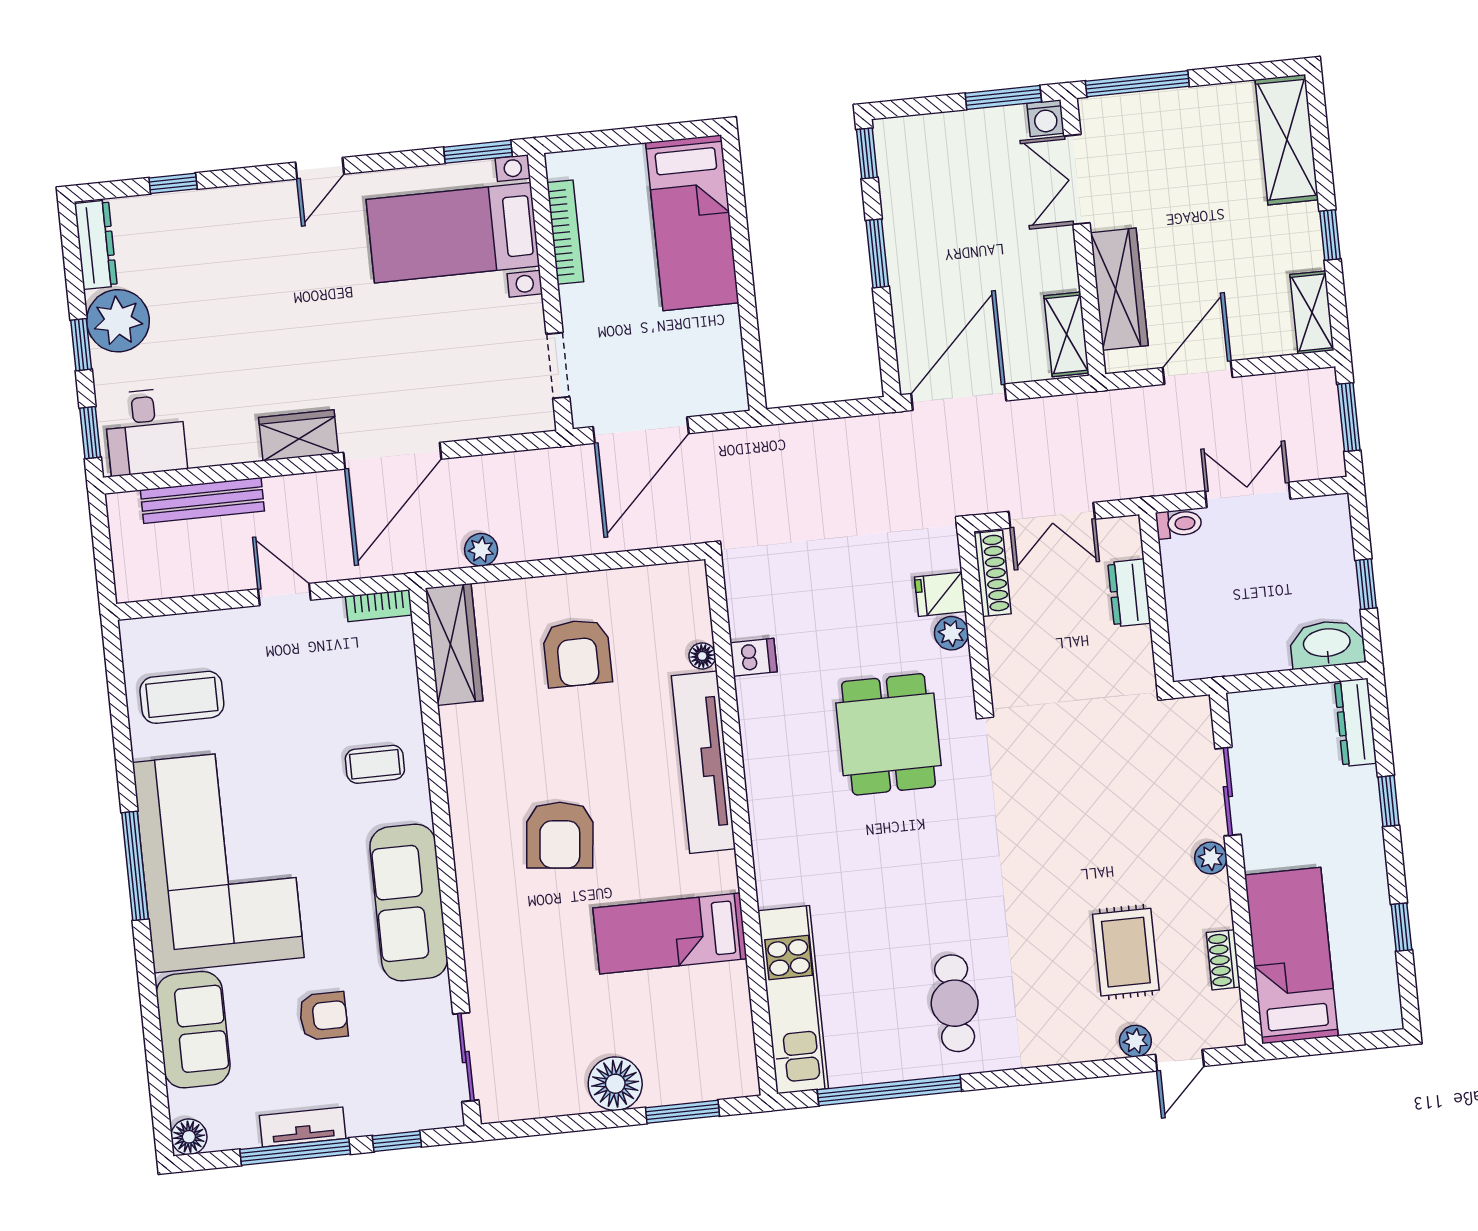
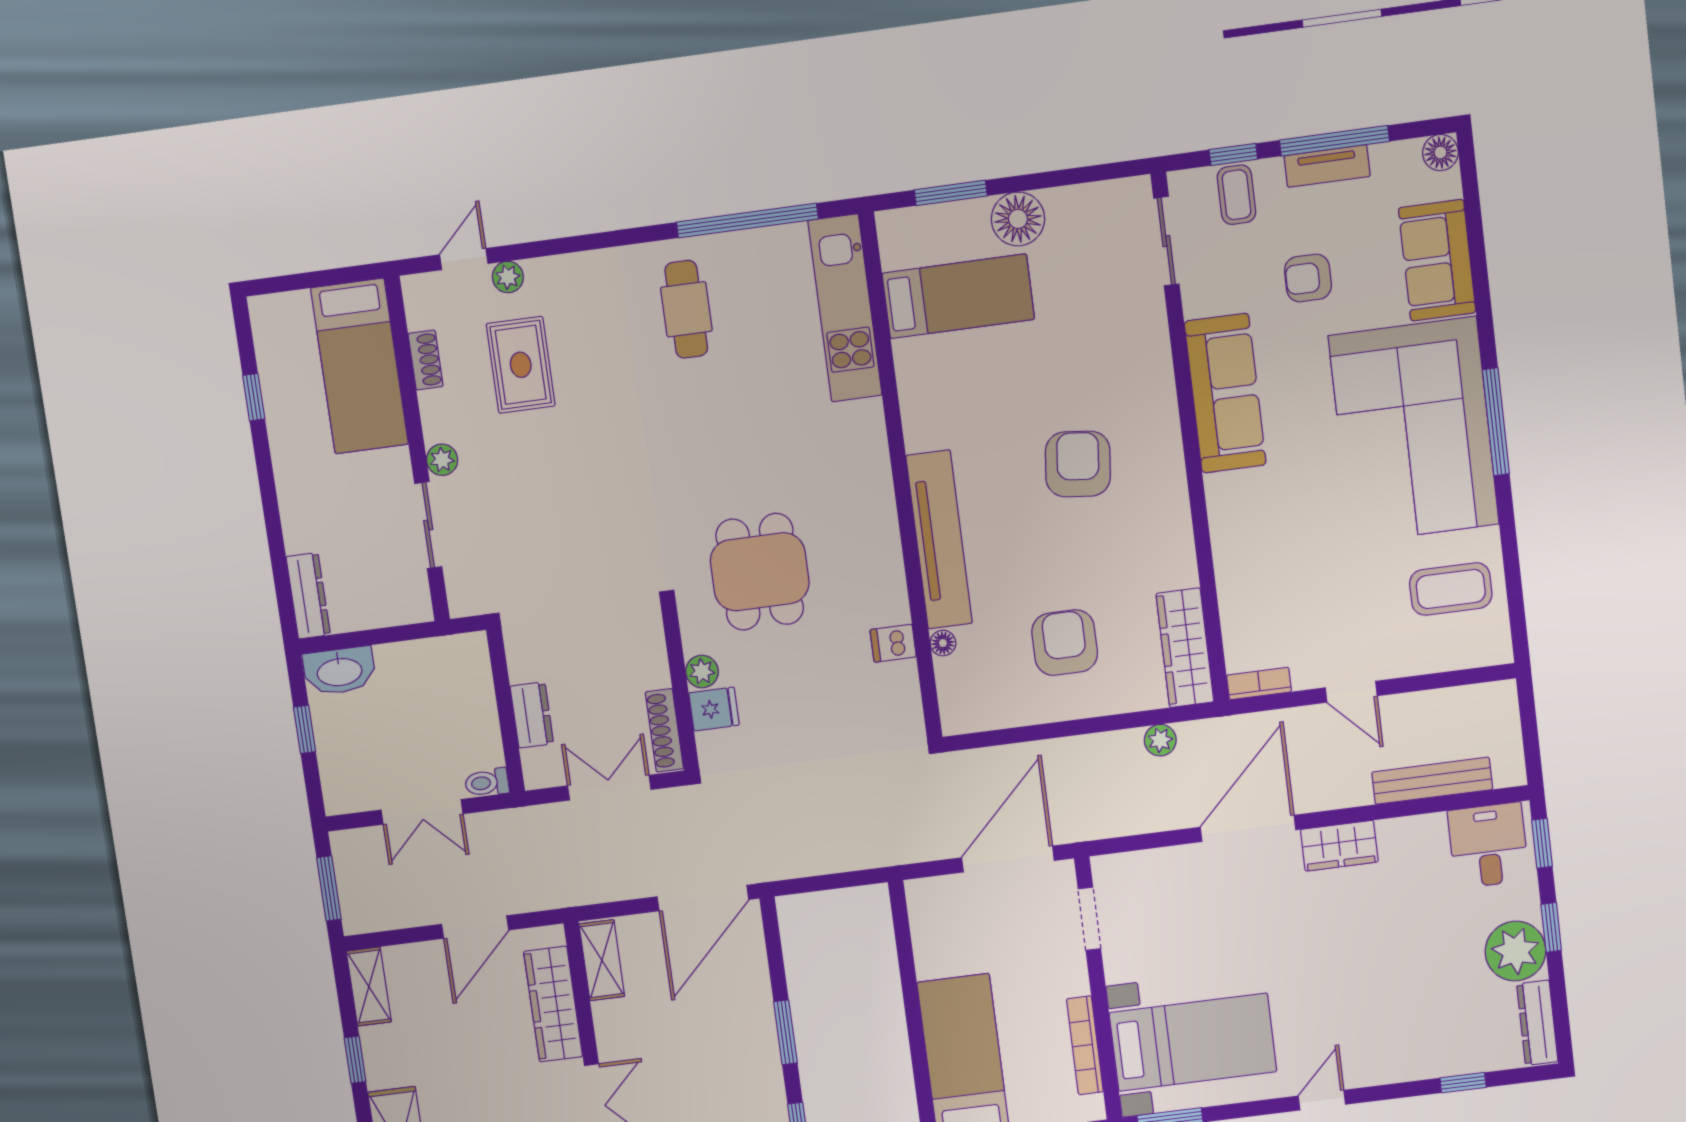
coffee table: (375, 764) -> (1237, 195), moved, turned 90
window: (1388, 801) -> (273, 520), removed
bed: (670, 933) -> (958, 296), moved

